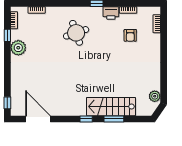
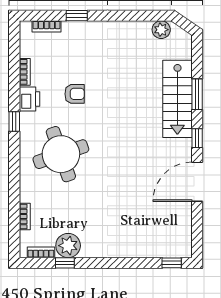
round table: (76, 33) -> (61, 154), width x1.36, depth x1.36
armchair: (130, 35) -> (75, 94), moved
window: (164, 43) -> (77, 16), added
plant: (18, 48) -> (68, 246), moved
door: (38, 119) -> (197, 182), moved

